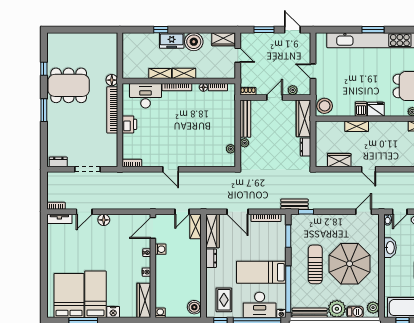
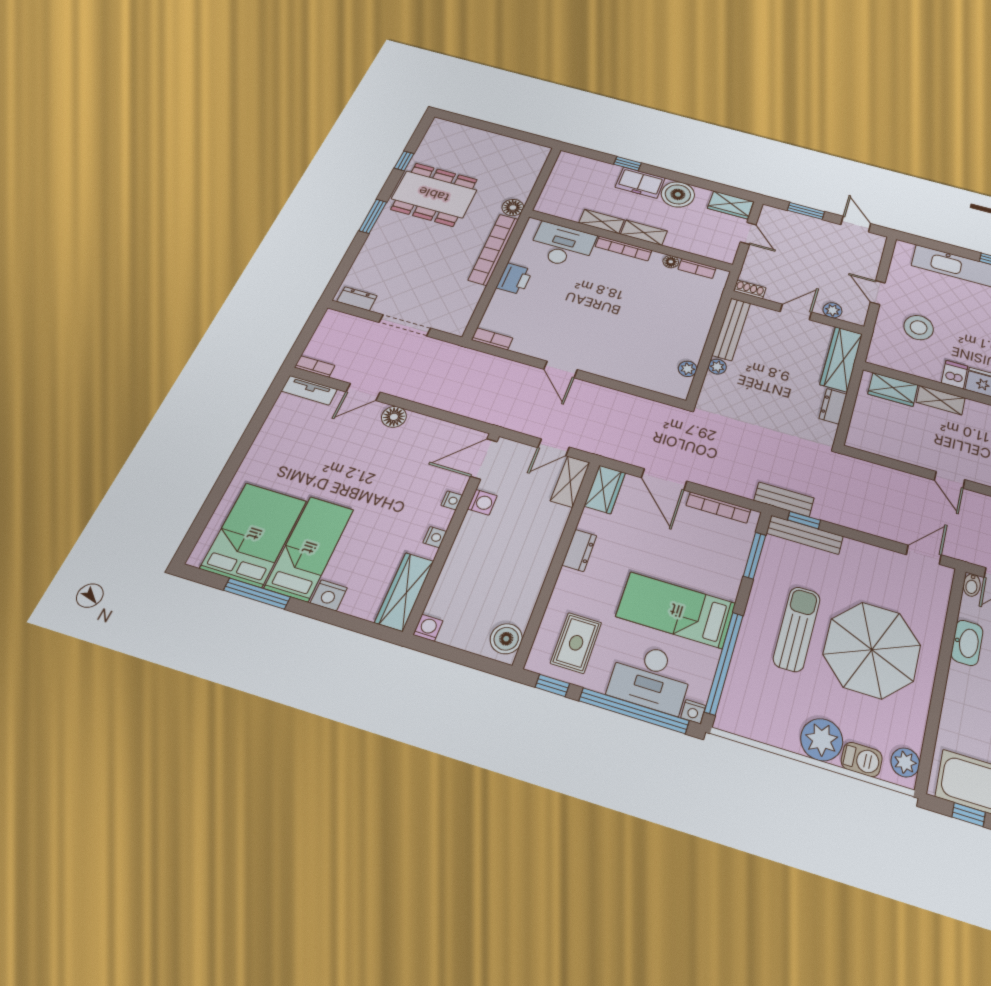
stool: (325, 106) -> (919, 328), moved
wardrobe: (339, 160) -> (893, 389), moved, turned 180
wardrobe: (212, 231) -> (605, 489), width x0.67
bench: (310, 313) -> (805, 535), moved

